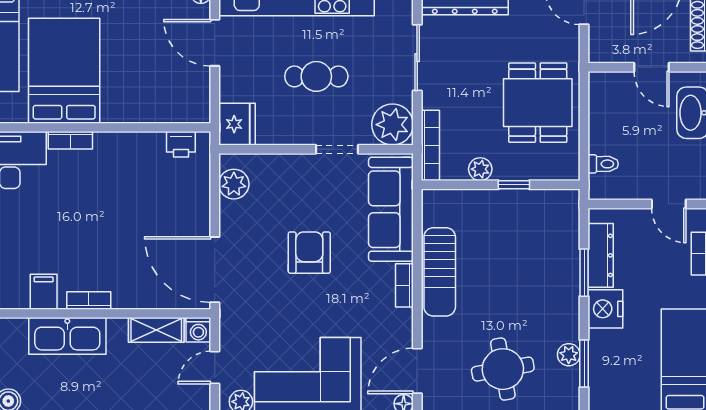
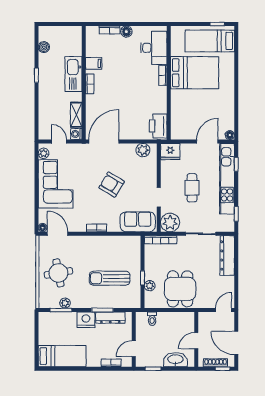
dining table: (538, 103) -> (180, 289), turned 90
printer: (181, 144) -> (158, 126), width x1.87, depth x1.48
plant: (480, 169) -> (150, 286), moved
sofa: (391, 209) -> (138, 222), width x0.73
armchair: (309, 253) -> (112, 185), turned -149
sun lounger: (440, 272) -> (110, 278), moved

